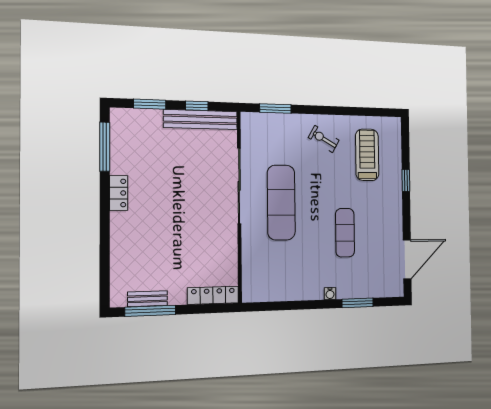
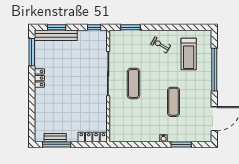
window: (197, 106) -> (94, 27), moved
bench: (201, 120) -> (56, 35), moved
treadmill: (367, 155) -> (189, 54), turned 180
window: (406, 180) -> (214, 70), width x3.17
exercise mat: (281, 203) -> (134, 83), width x0.73, depth x0.69

